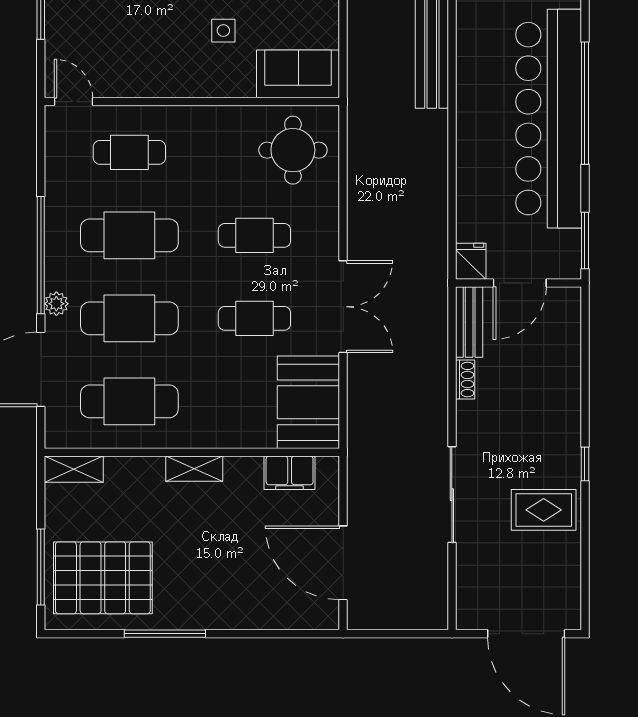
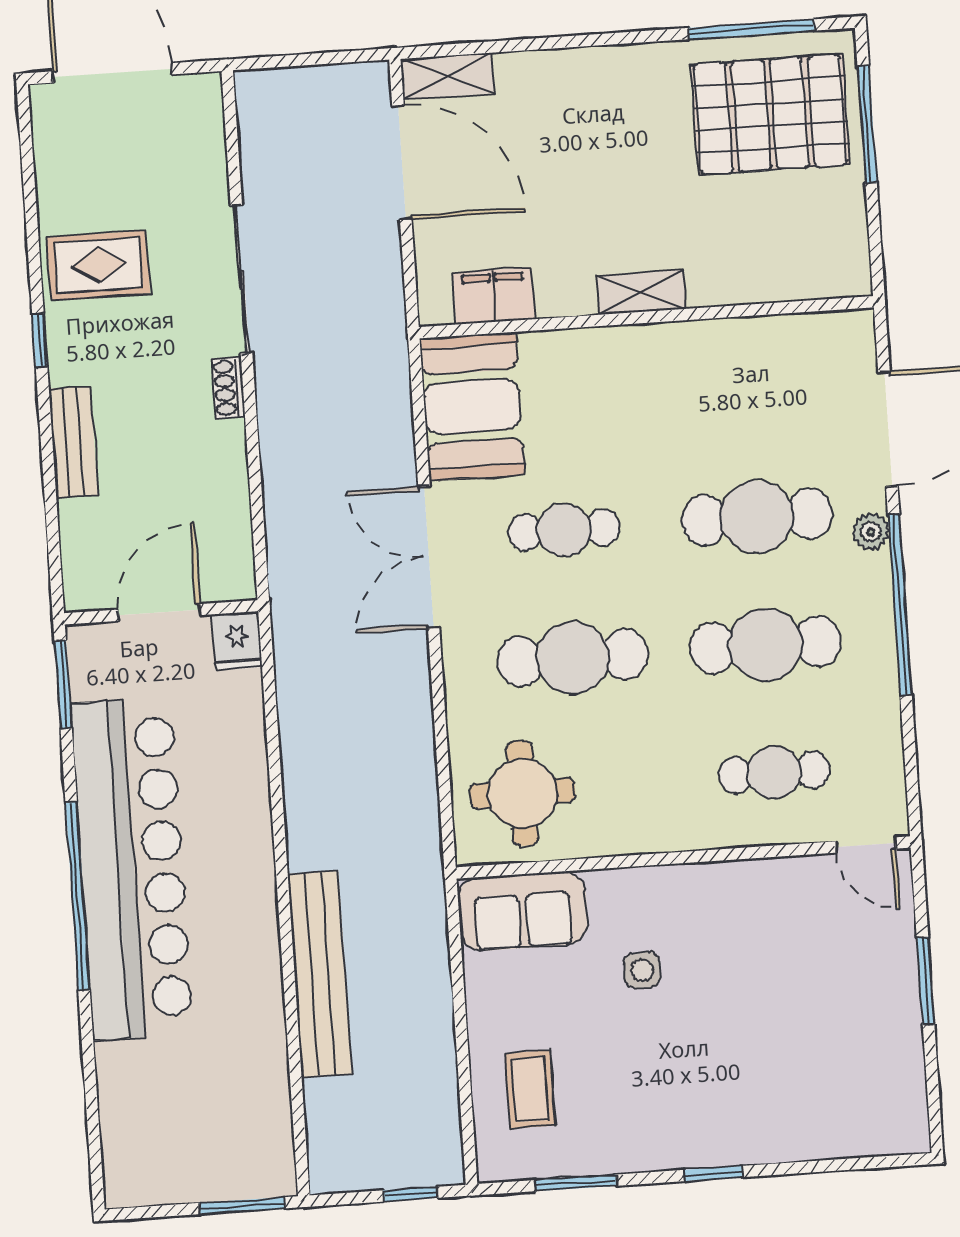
cafe table: (254, 235) -> (573, 658), width x1.37, depth x1.35
bench: (469, 322) -> (73, 442), moved
shoe rack: (465, 380) -> (228, 388), moved
cafe table: (129, 401) -> (748, 389), removed
shelving: (74, 469) -> (447, 76), moved
window: (165, 634) -> (752, 29), moved

